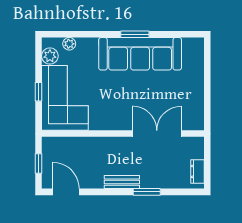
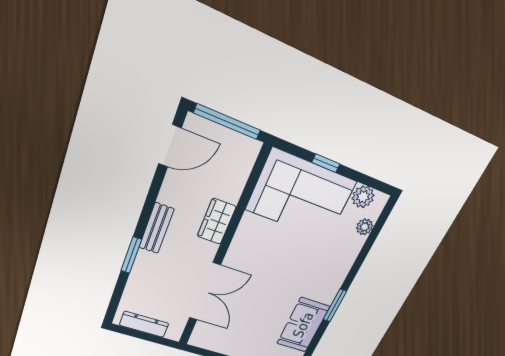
sofa: (140, 54) -> (303, 325), width x0.54, depth x0.79
wardrobe: (103, 145) -> (217, 221), added
window: (39, 164) -> (227, 122), width x2.17
dresser: (197, 171) -> (144, 324), width x1.44

